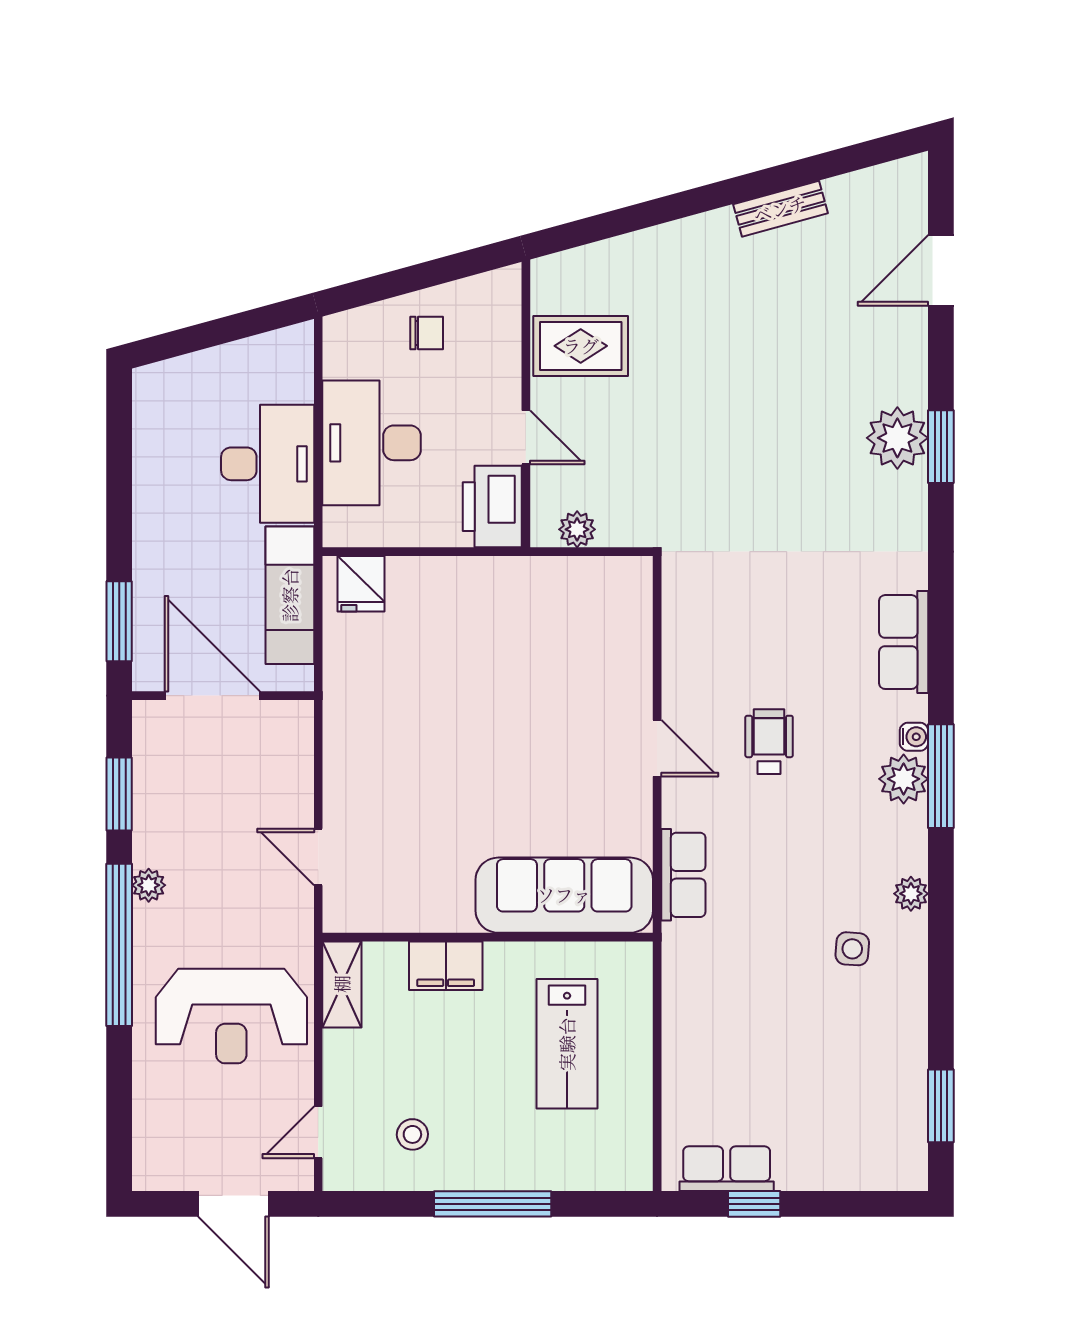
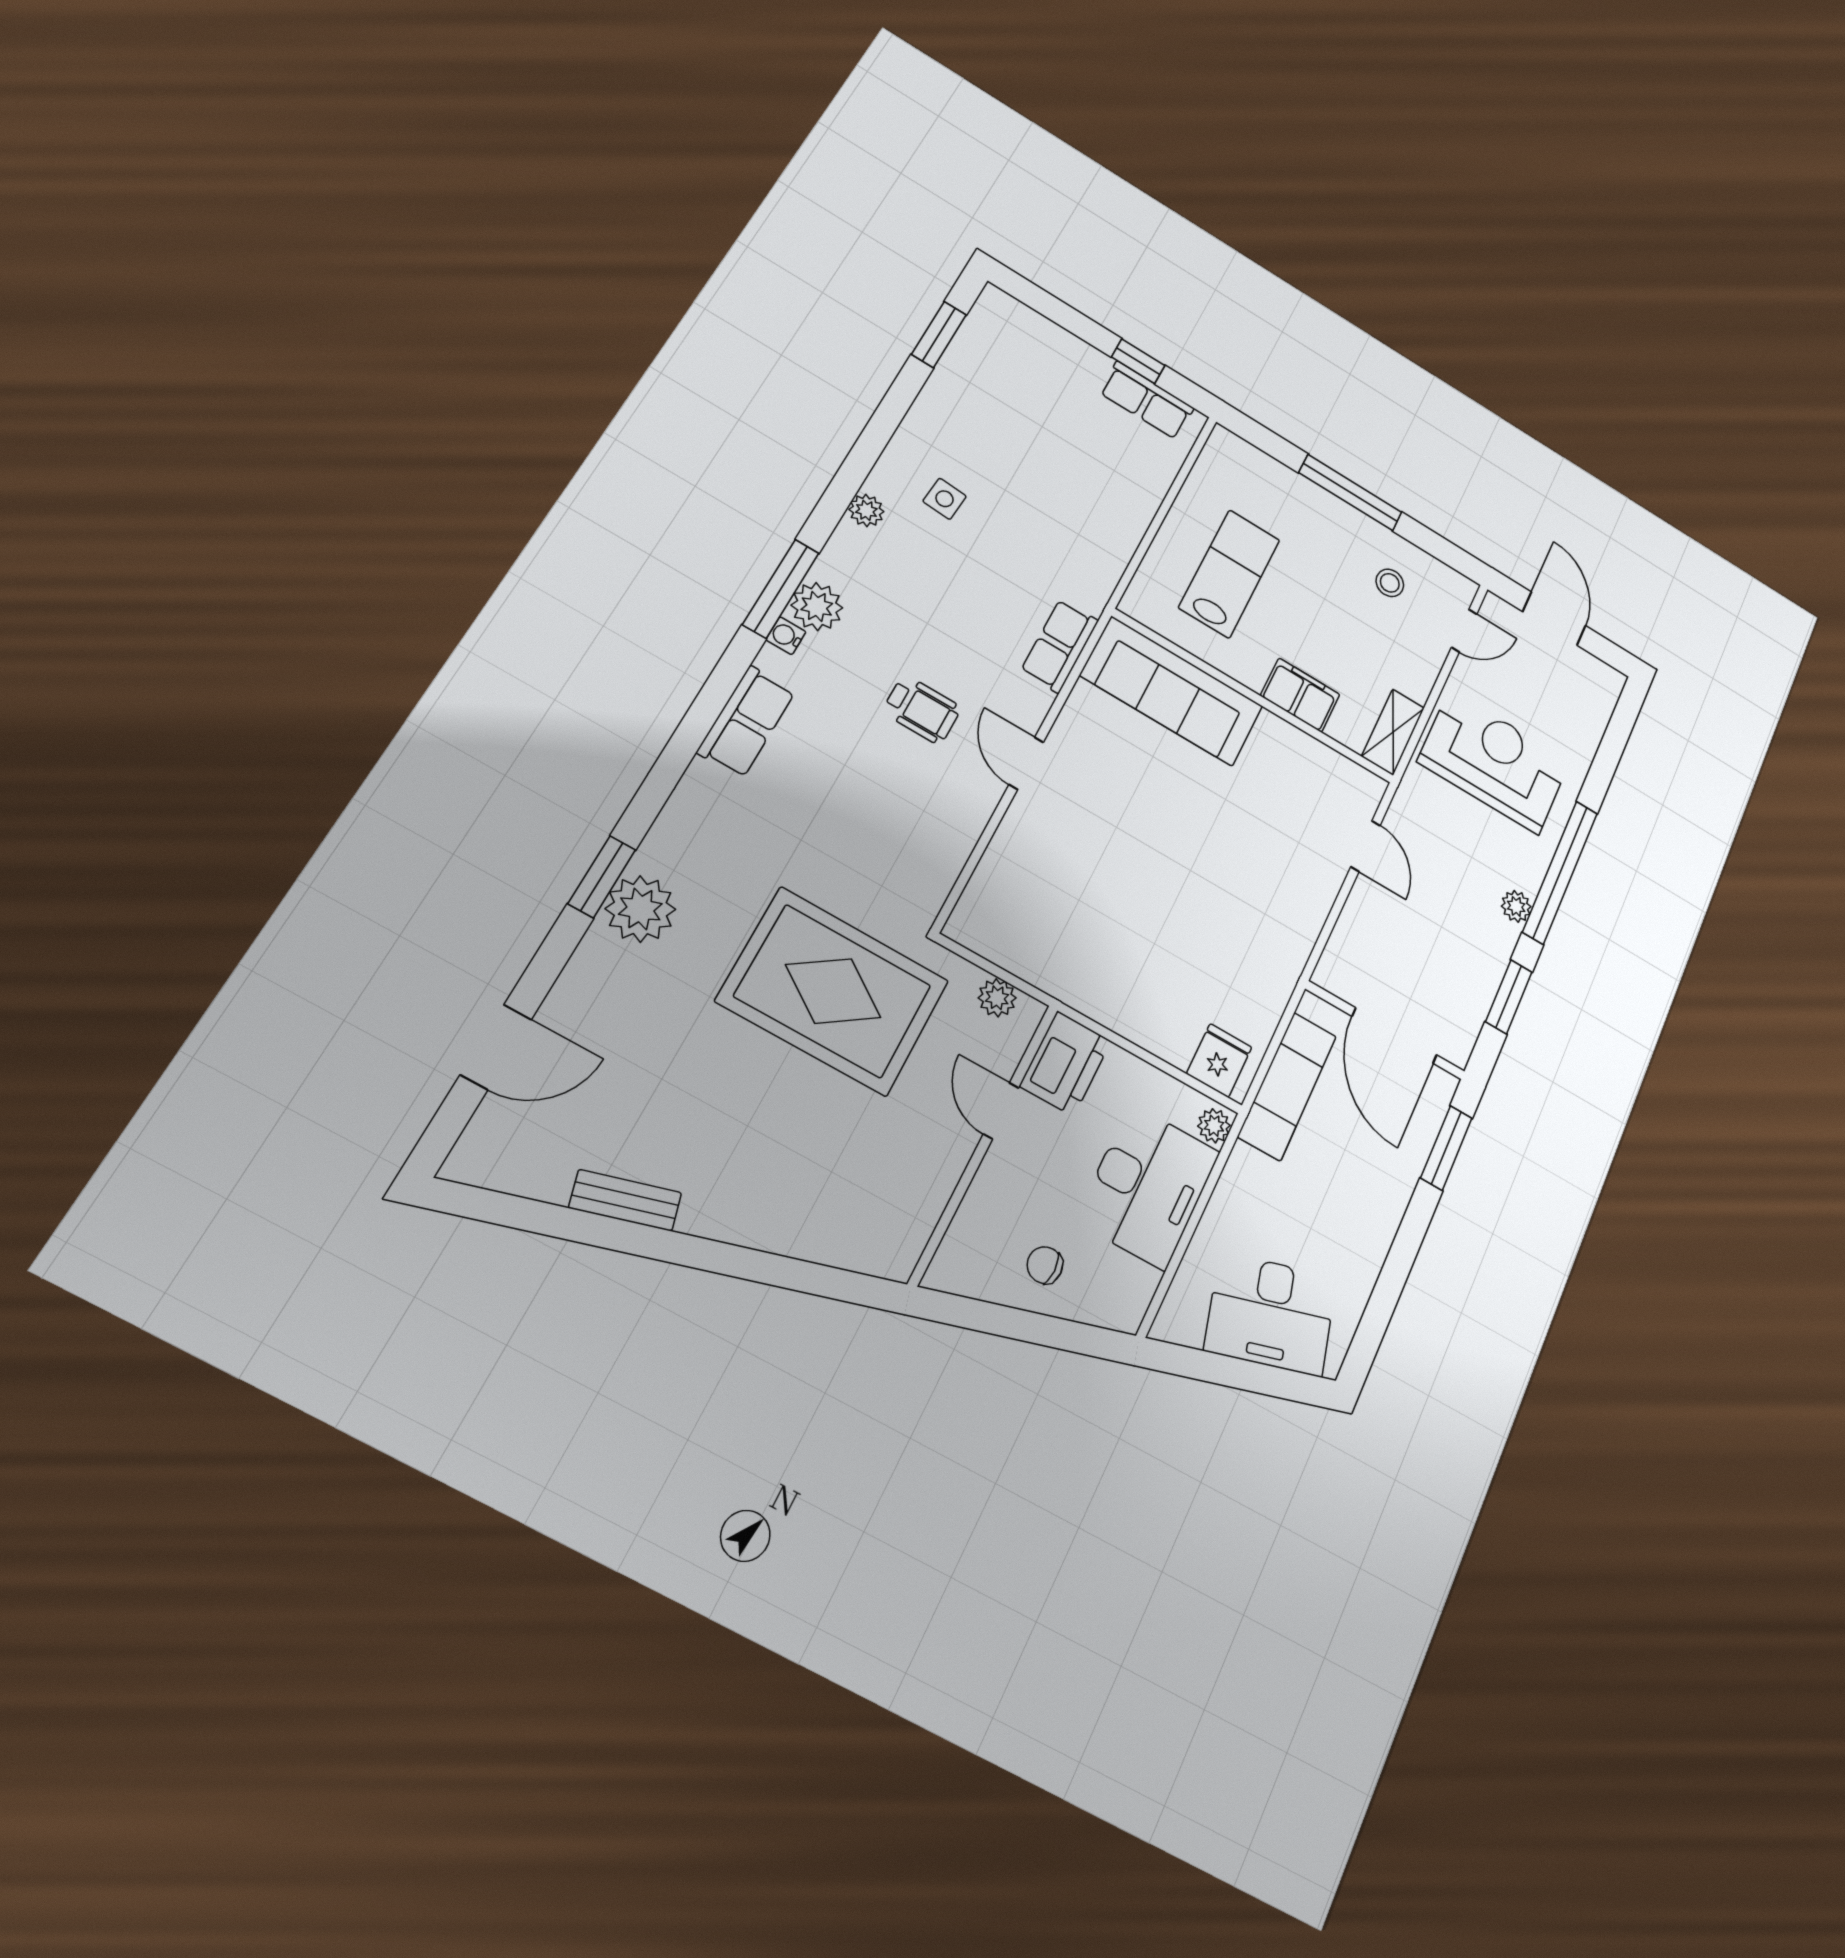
rug: (581, 346) -> (833, 991), moved, width x1.86, depth x2.06
desk: (268, 464) -> (1271, 1314), moved, turned -105
plant: (339, 525) -> (1214, 1126), added
wheelchair: (769, 742) -> (922, 710), turned -90

